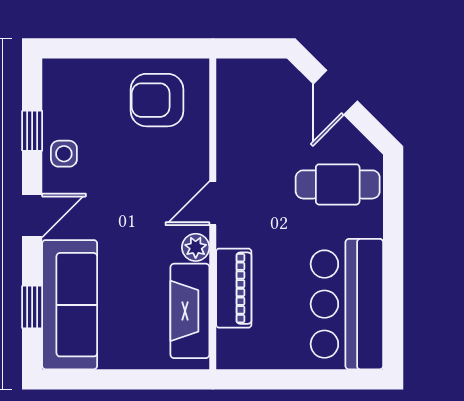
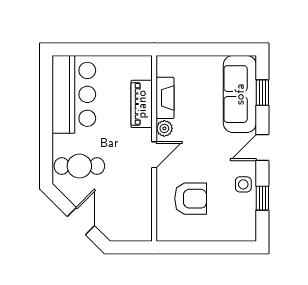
armchair: (157, 100) -> (191, 199), moved
fireplace: (190, 311) -> (165, 98), width x0.73, depth x0.76

